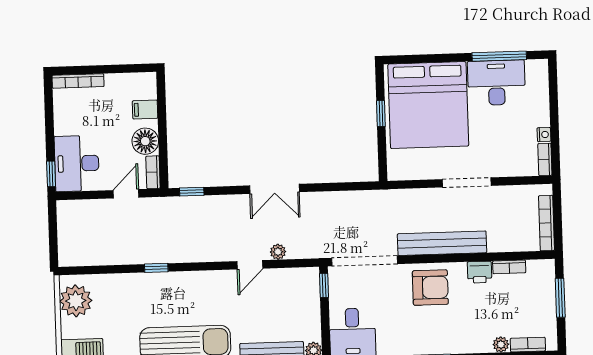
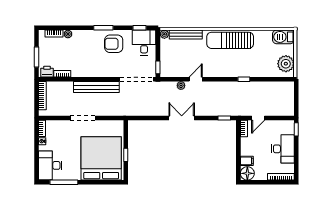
desk: (496, 83) -> (50, 165), moved, turned 90
floor lamp: (145, 141) -> (247, 173), moved
desk: (77, 163) -> (283, 149), moved
printer: (479, 272) -> (47, 72), moved
armchair: (430, 288) -> (114, 44), moved

